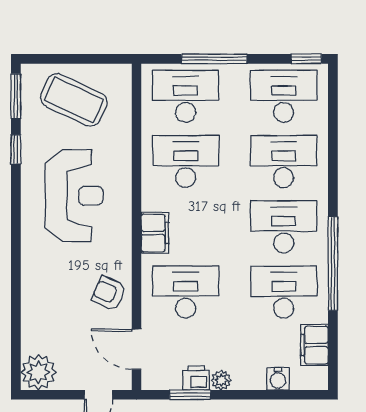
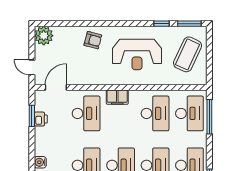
window: (214, 59) -> (209, 117), moved
armchair: (109, 293) -> (93, 40), moved, turned 81
plant: (221, 380) -> (39, 132), removed

